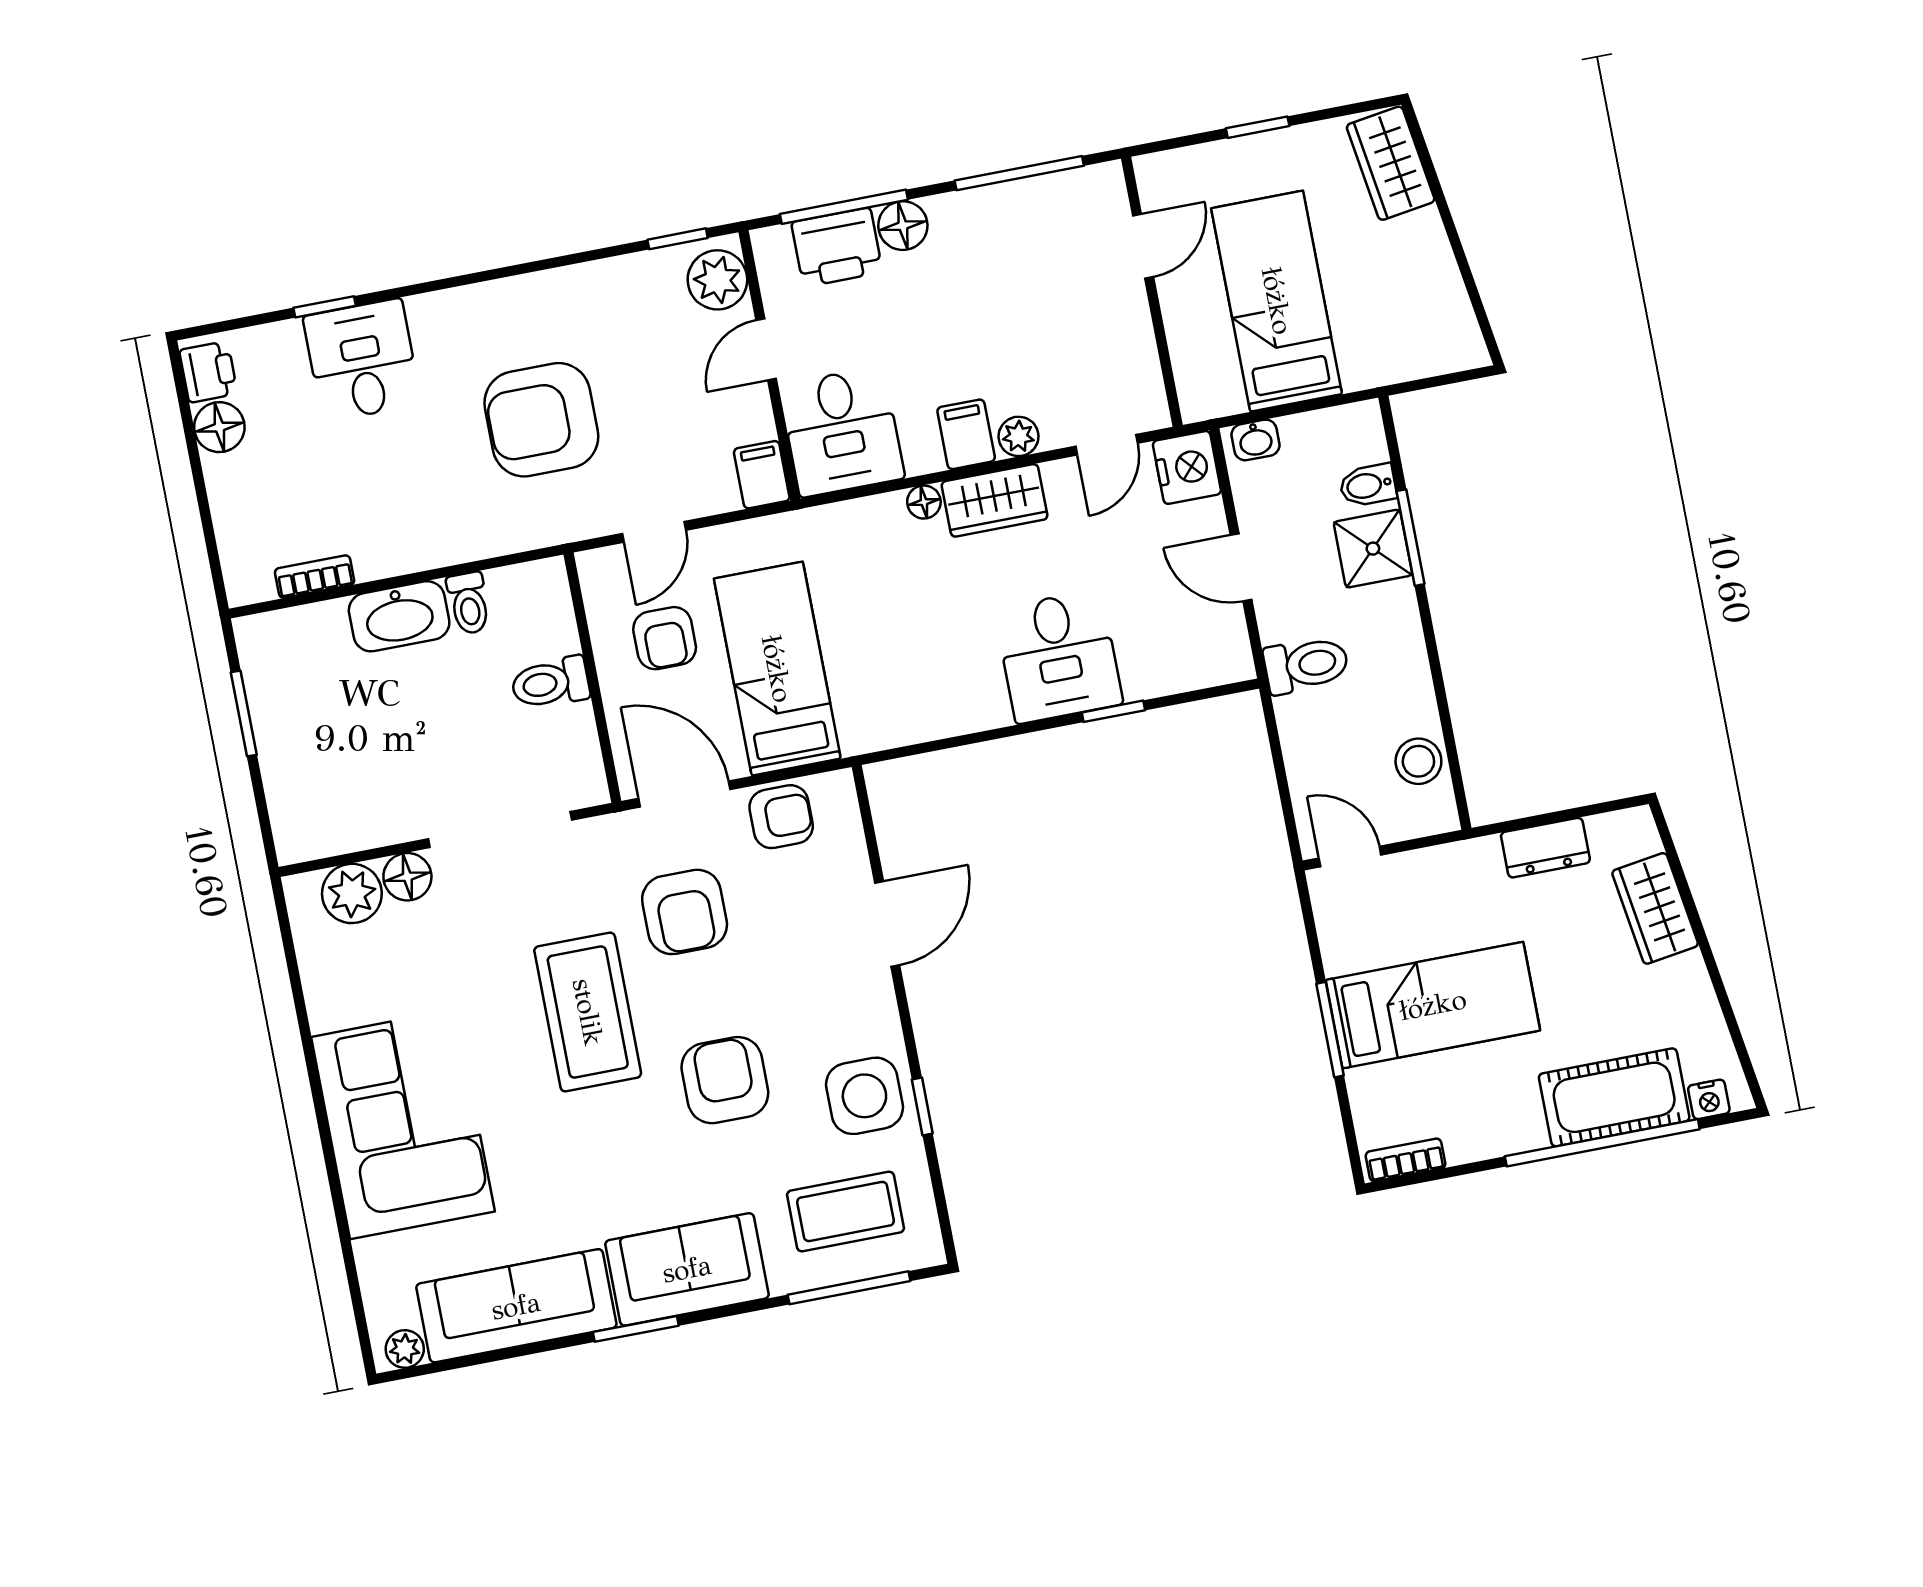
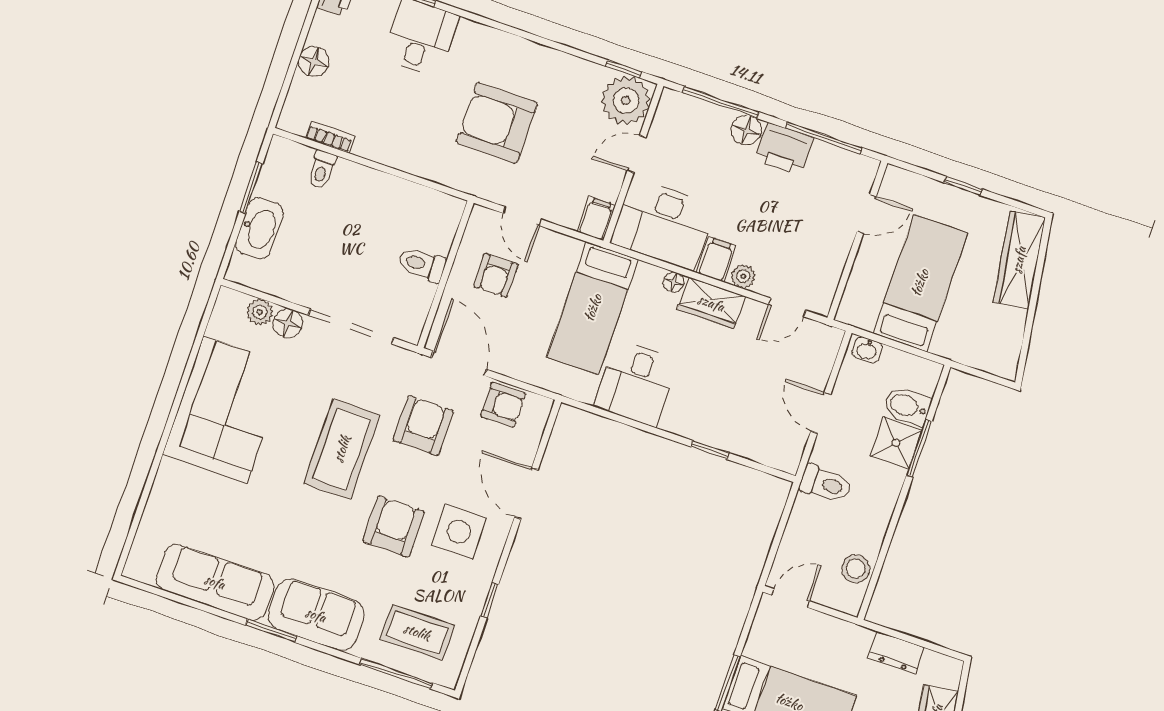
wardrobe: (1391, 163) -> (1019, 260), width x1.50
printer: (837, 247) -> (784, 149), moved
plant: (717, 280) -> (626, 100), width x1.36, depth x1.36
floor lamp: (219, 427) -> (314, 61), moved
desk: (842, 432) -> (663, 224), width x1.37
nightstand: (1187, 467) -> (823, 344), removed
bidet: (1368, 485) -> (907, 406), width x1.38, depth x1.36
door: (654, 532) -> (522, 216), hinge flipped
toilet: (469, 603) -> (322, 169), moved
washbasin: (399, 616) -> (259, 228), moved, turned -90
desk: (1059, 657) -> (636, 383), moved
bed: (777, 669) -> (593, 308), moved, turned 180
door: (1350, 856) -> (791, 598), hinge flipped
plant: (352, 893) -> (260, 312), width x0.73, depth x0.73
armchair: (685, 912) -> (423, 426), turned 180
door: (887, 924) -> (526, 493), swing flipped
side table: (864, 1096) -> (459, 532), moved
corner sofa: (403, 1124) -> (225, 409), moved
plant: (405, 1349) -> (143, 571), removed

